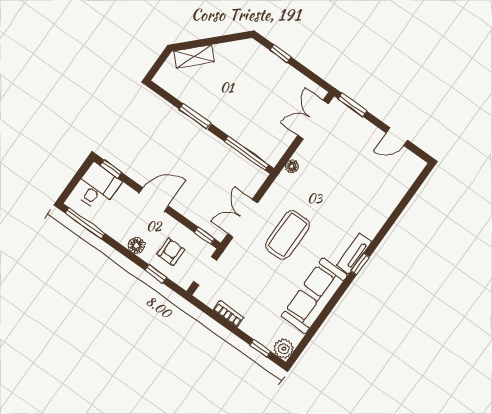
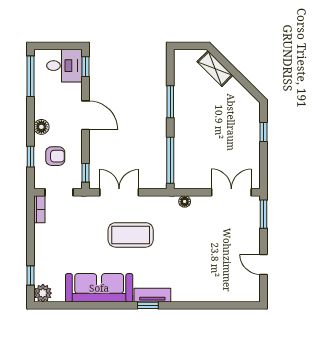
bookcase: (228, 314) -> (39, 209), moved

